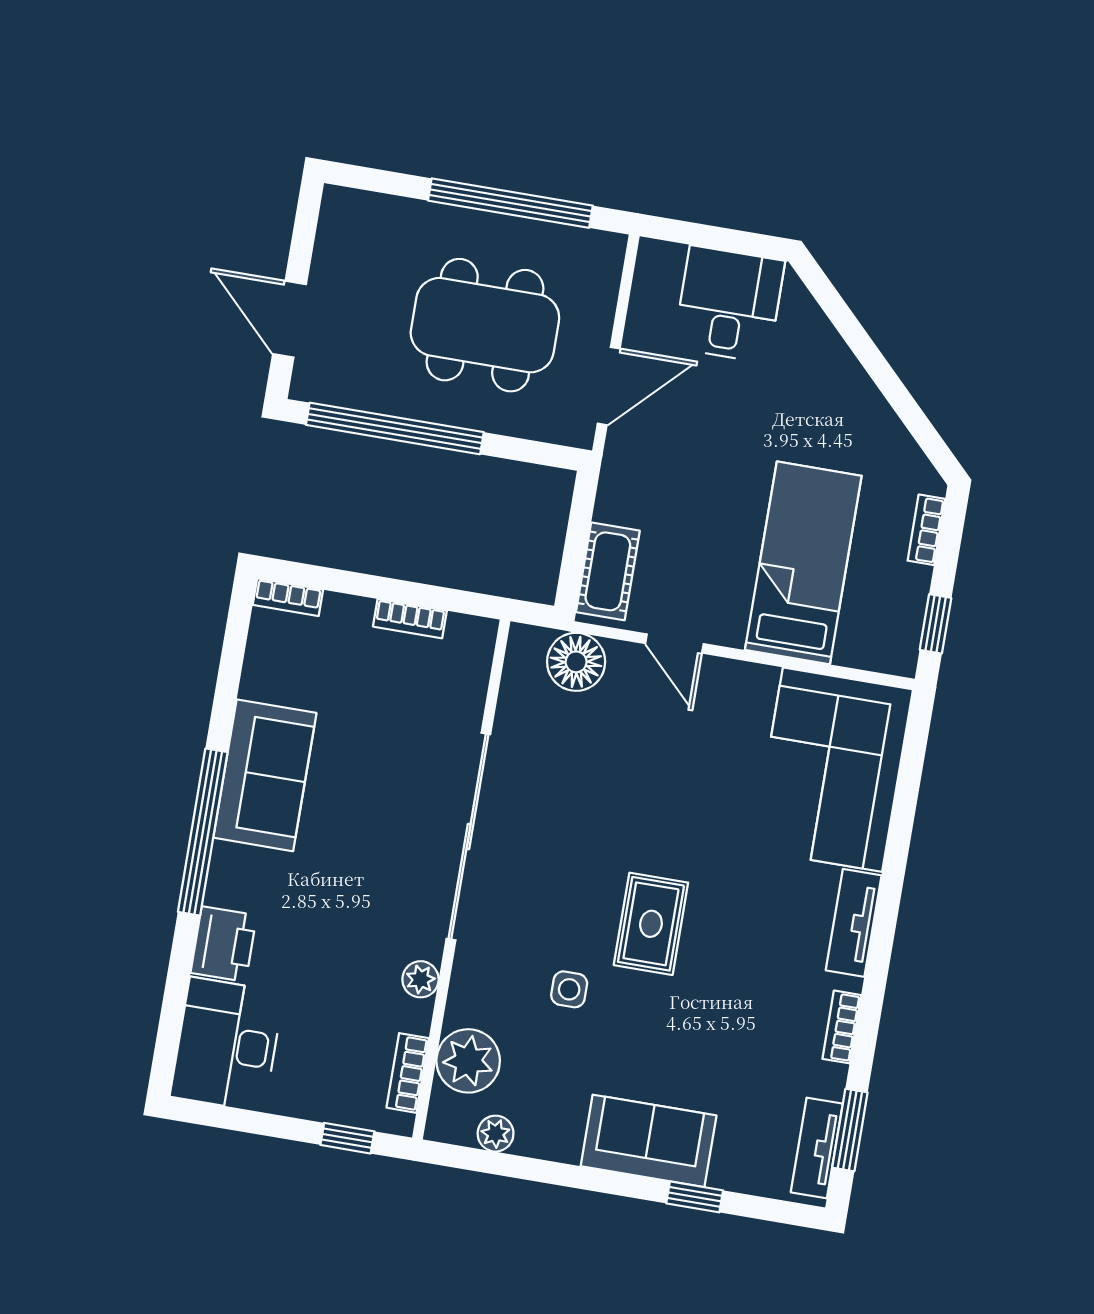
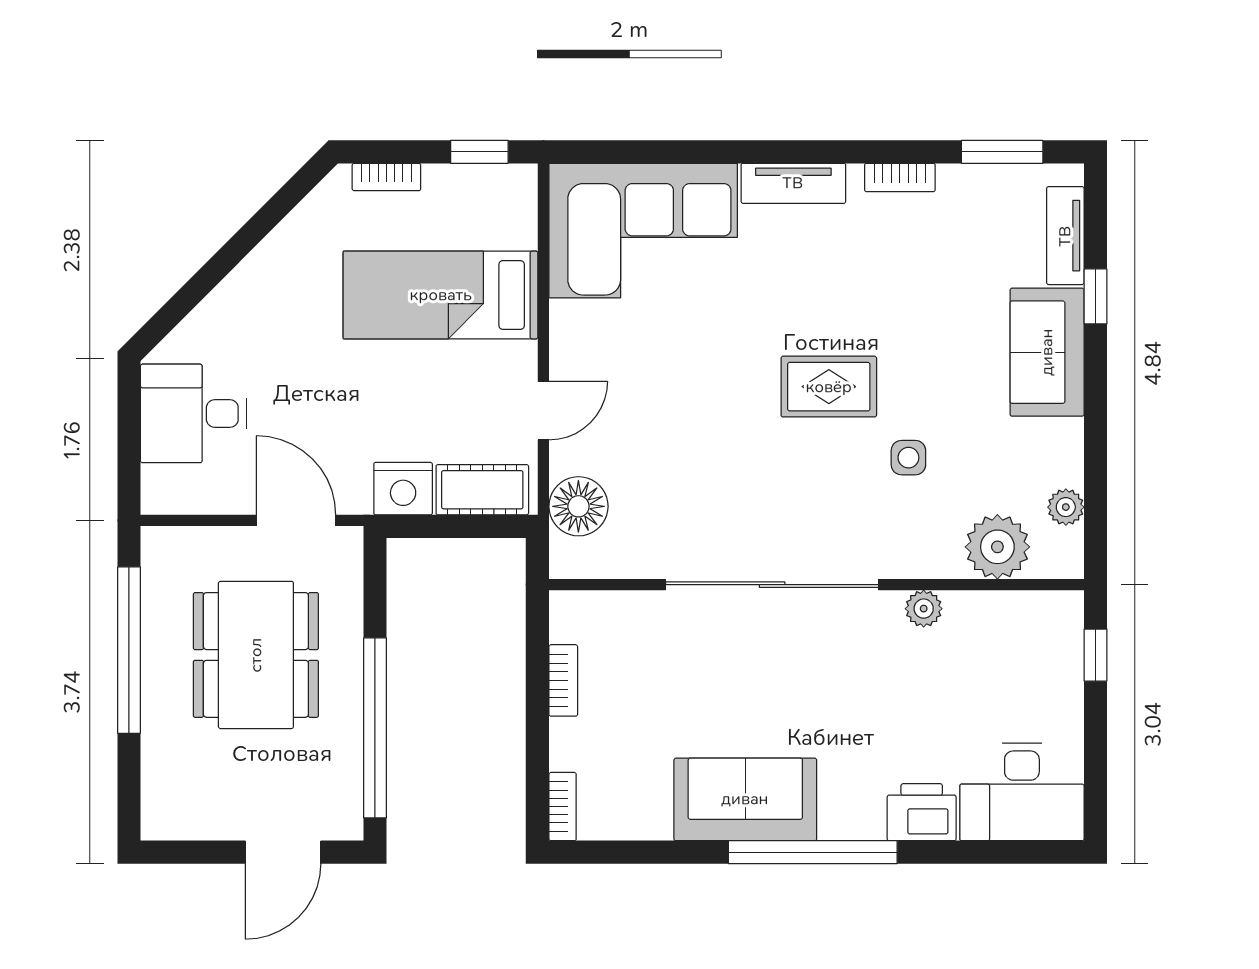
nightstand: (622, 495) -> (403, 489), added
bookcase: (408, 1073) -> (1020, 606), removed
tv unit: (817, 1148) -> (1065, 236), moved, turned 90

